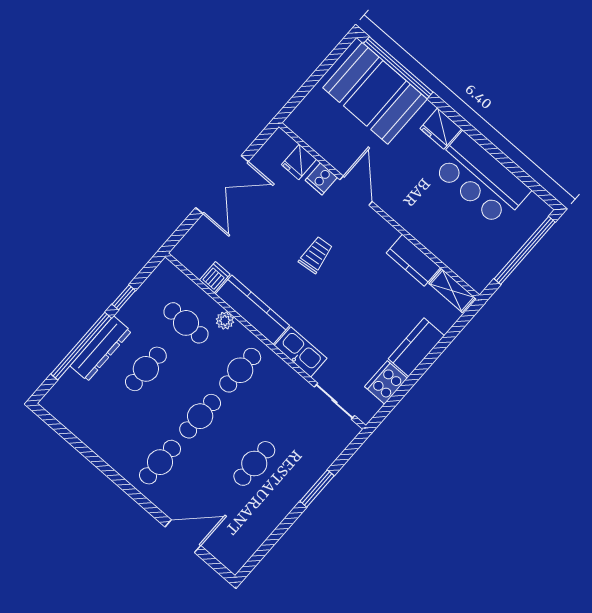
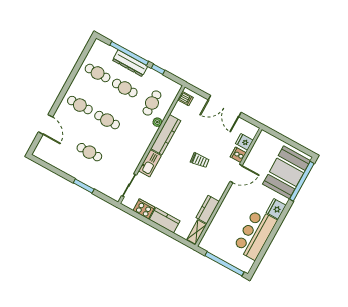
dishwasher: (215, 277) -> (185, 99), moved
cafe table: (240, 370) -> (98, 73), moved

